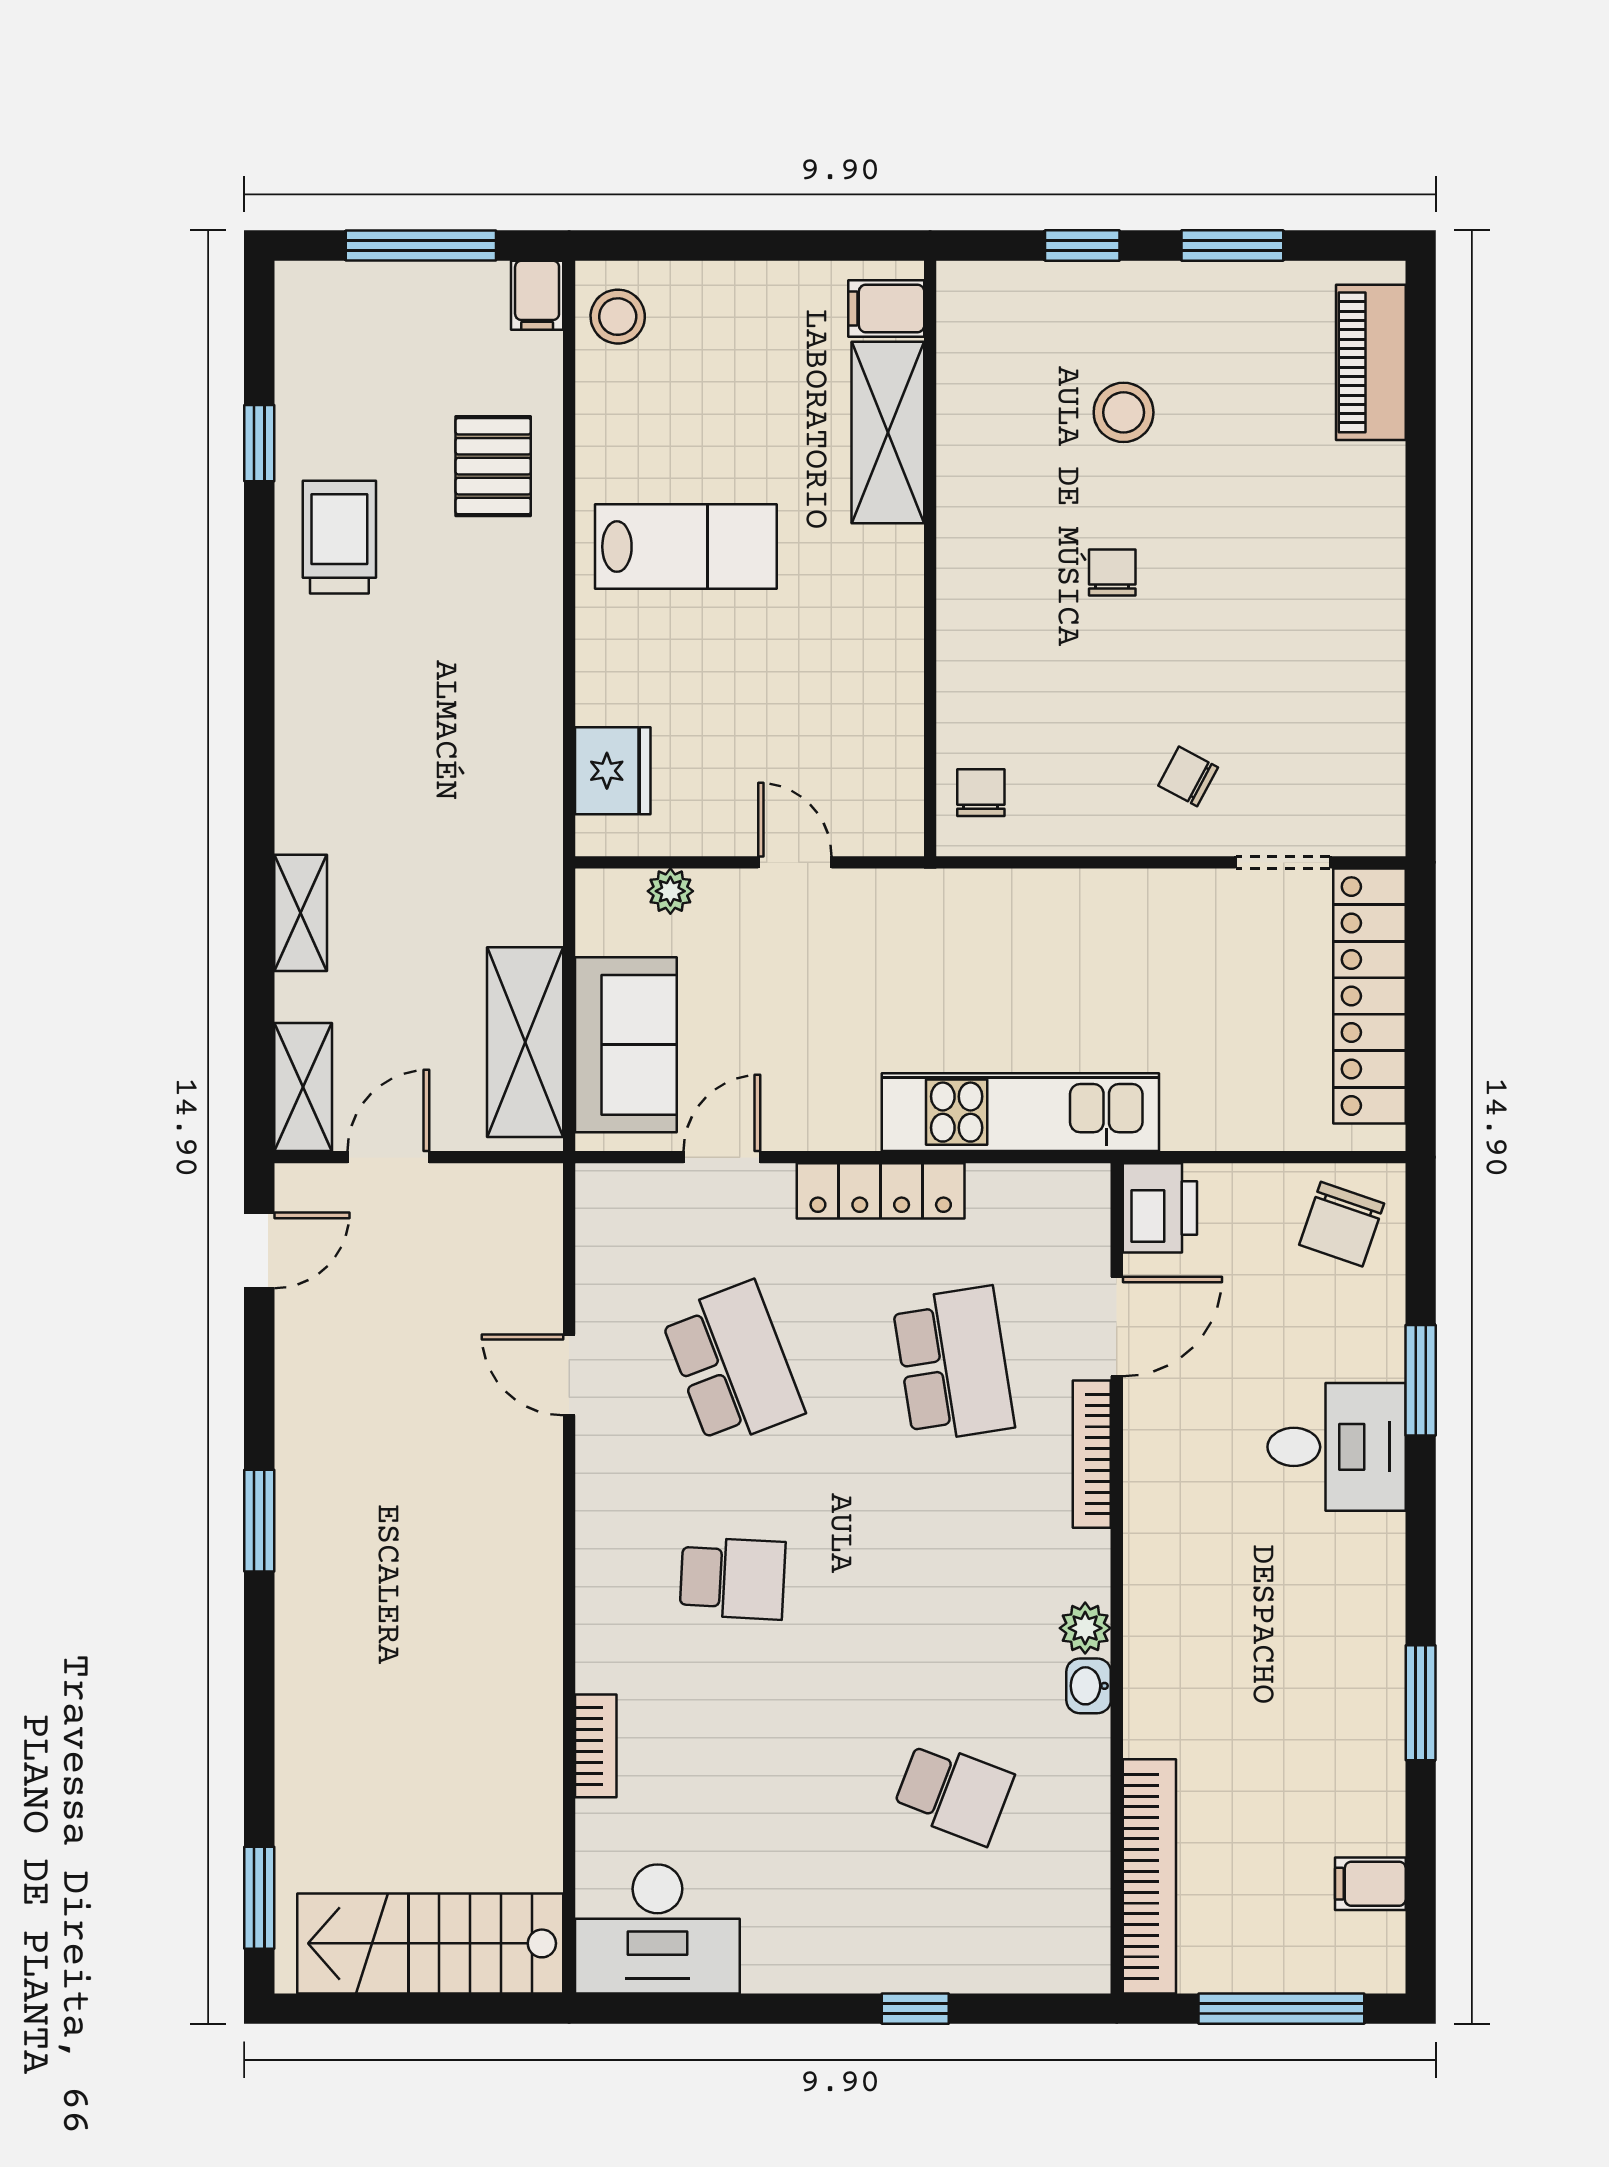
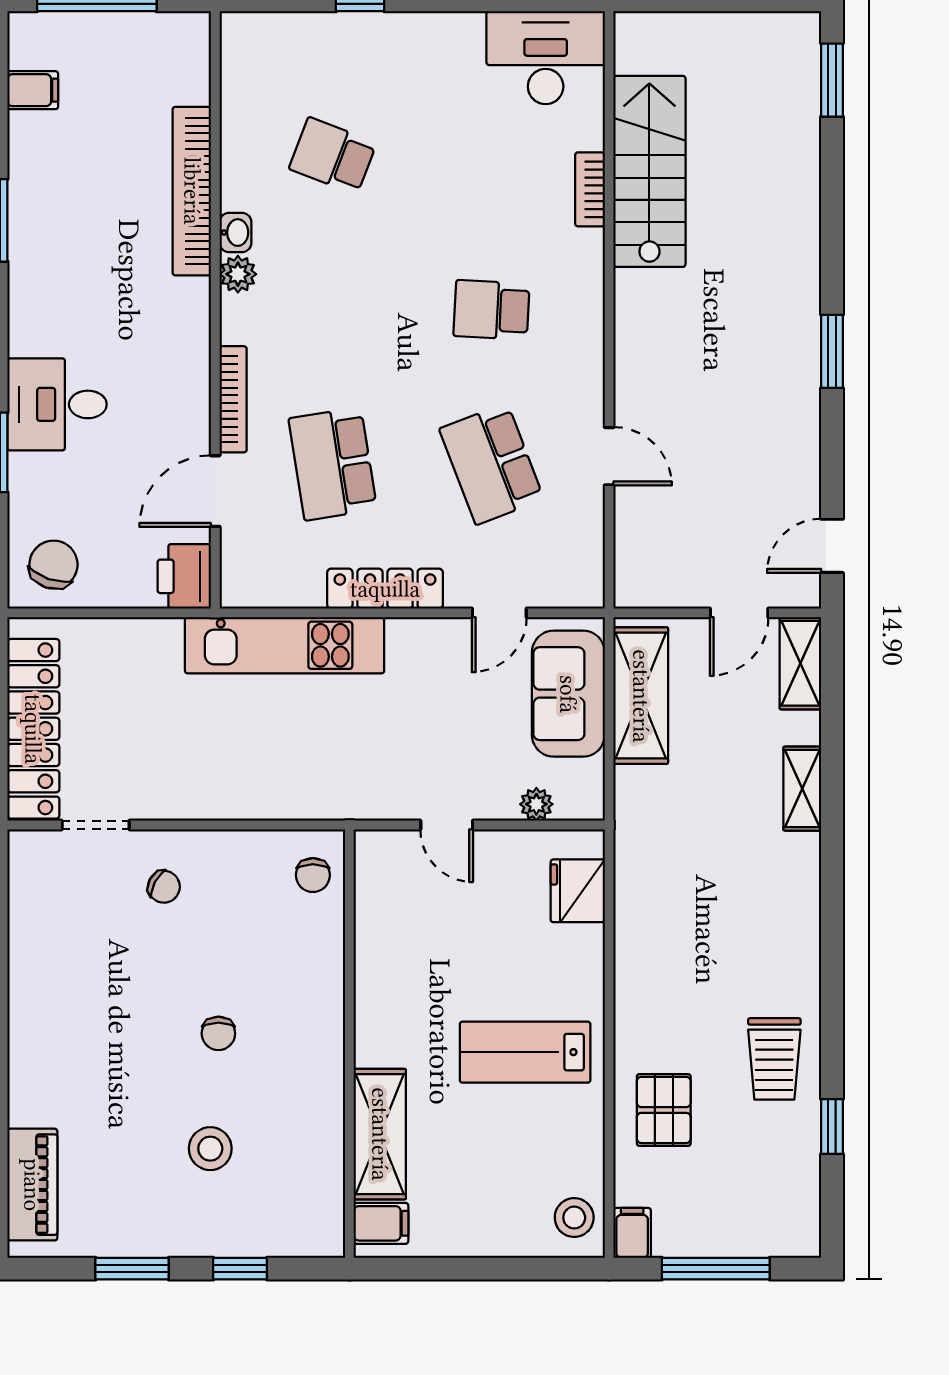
bookcase: (1149, 1876) -> (192, 191), moved
stairs: (430, 1943) -> (649, 171), moved, turned -90

